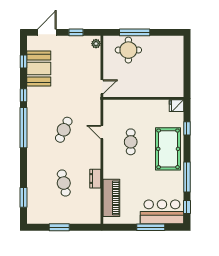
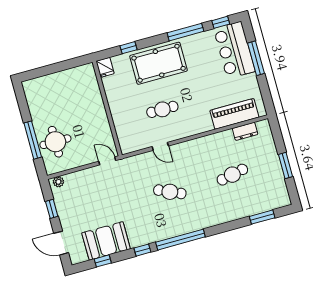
door: (102, 132) -> (160, 146), hinge flipped
dresser: (95, 179) -> (245, 131), moved

